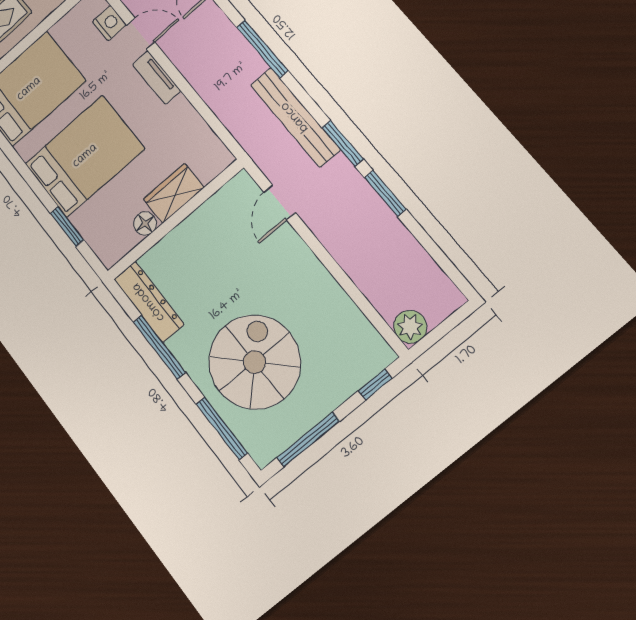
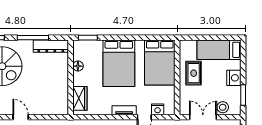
wardrobe: (174, 193) -> (80, 98), moved
door: (280, 202) -> (21, 117), moved
window: (67, 227) -> (88, 38), moved

